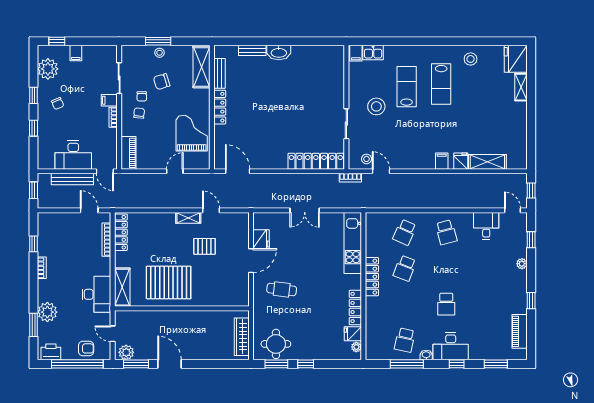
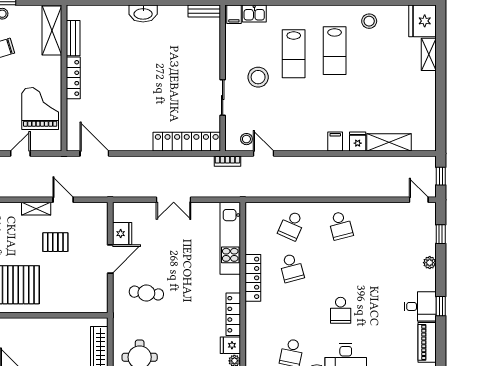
bench: (252, 50) -> (204, 11), moved
lab bench: (407, 87) -> (294, 54), turned 180
desk: (486, 226) -> (420, 306), moved, turned 90
school desk: (405, 268) -> (292, 268), turned -36

